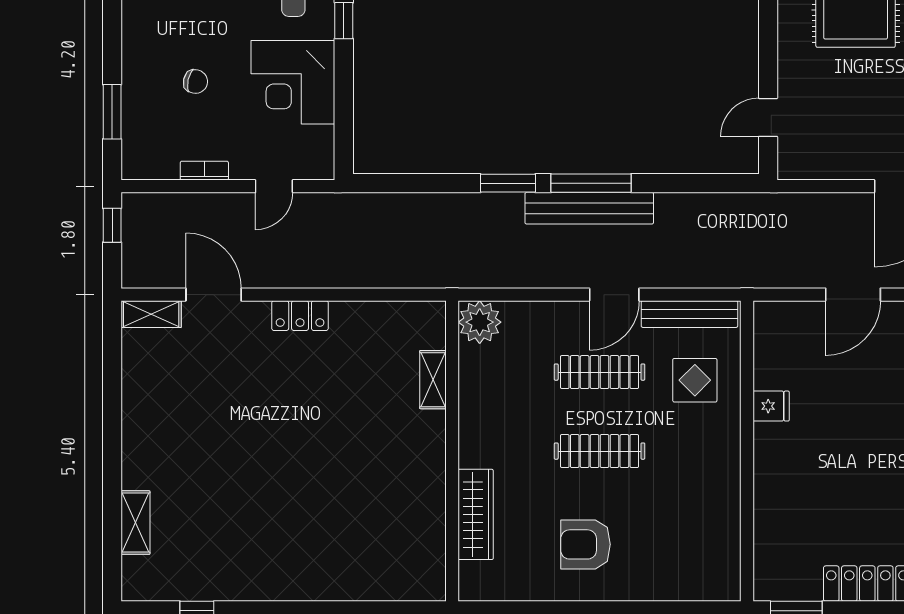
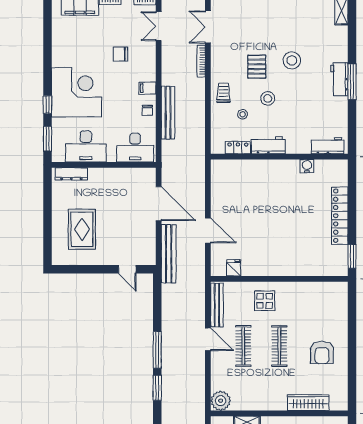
bench: (589, 208) -> (169, 254), moved
display table: (695, 380) -> (265, 301), moved
fridge: (771, 406) -> (234, 268), moved

